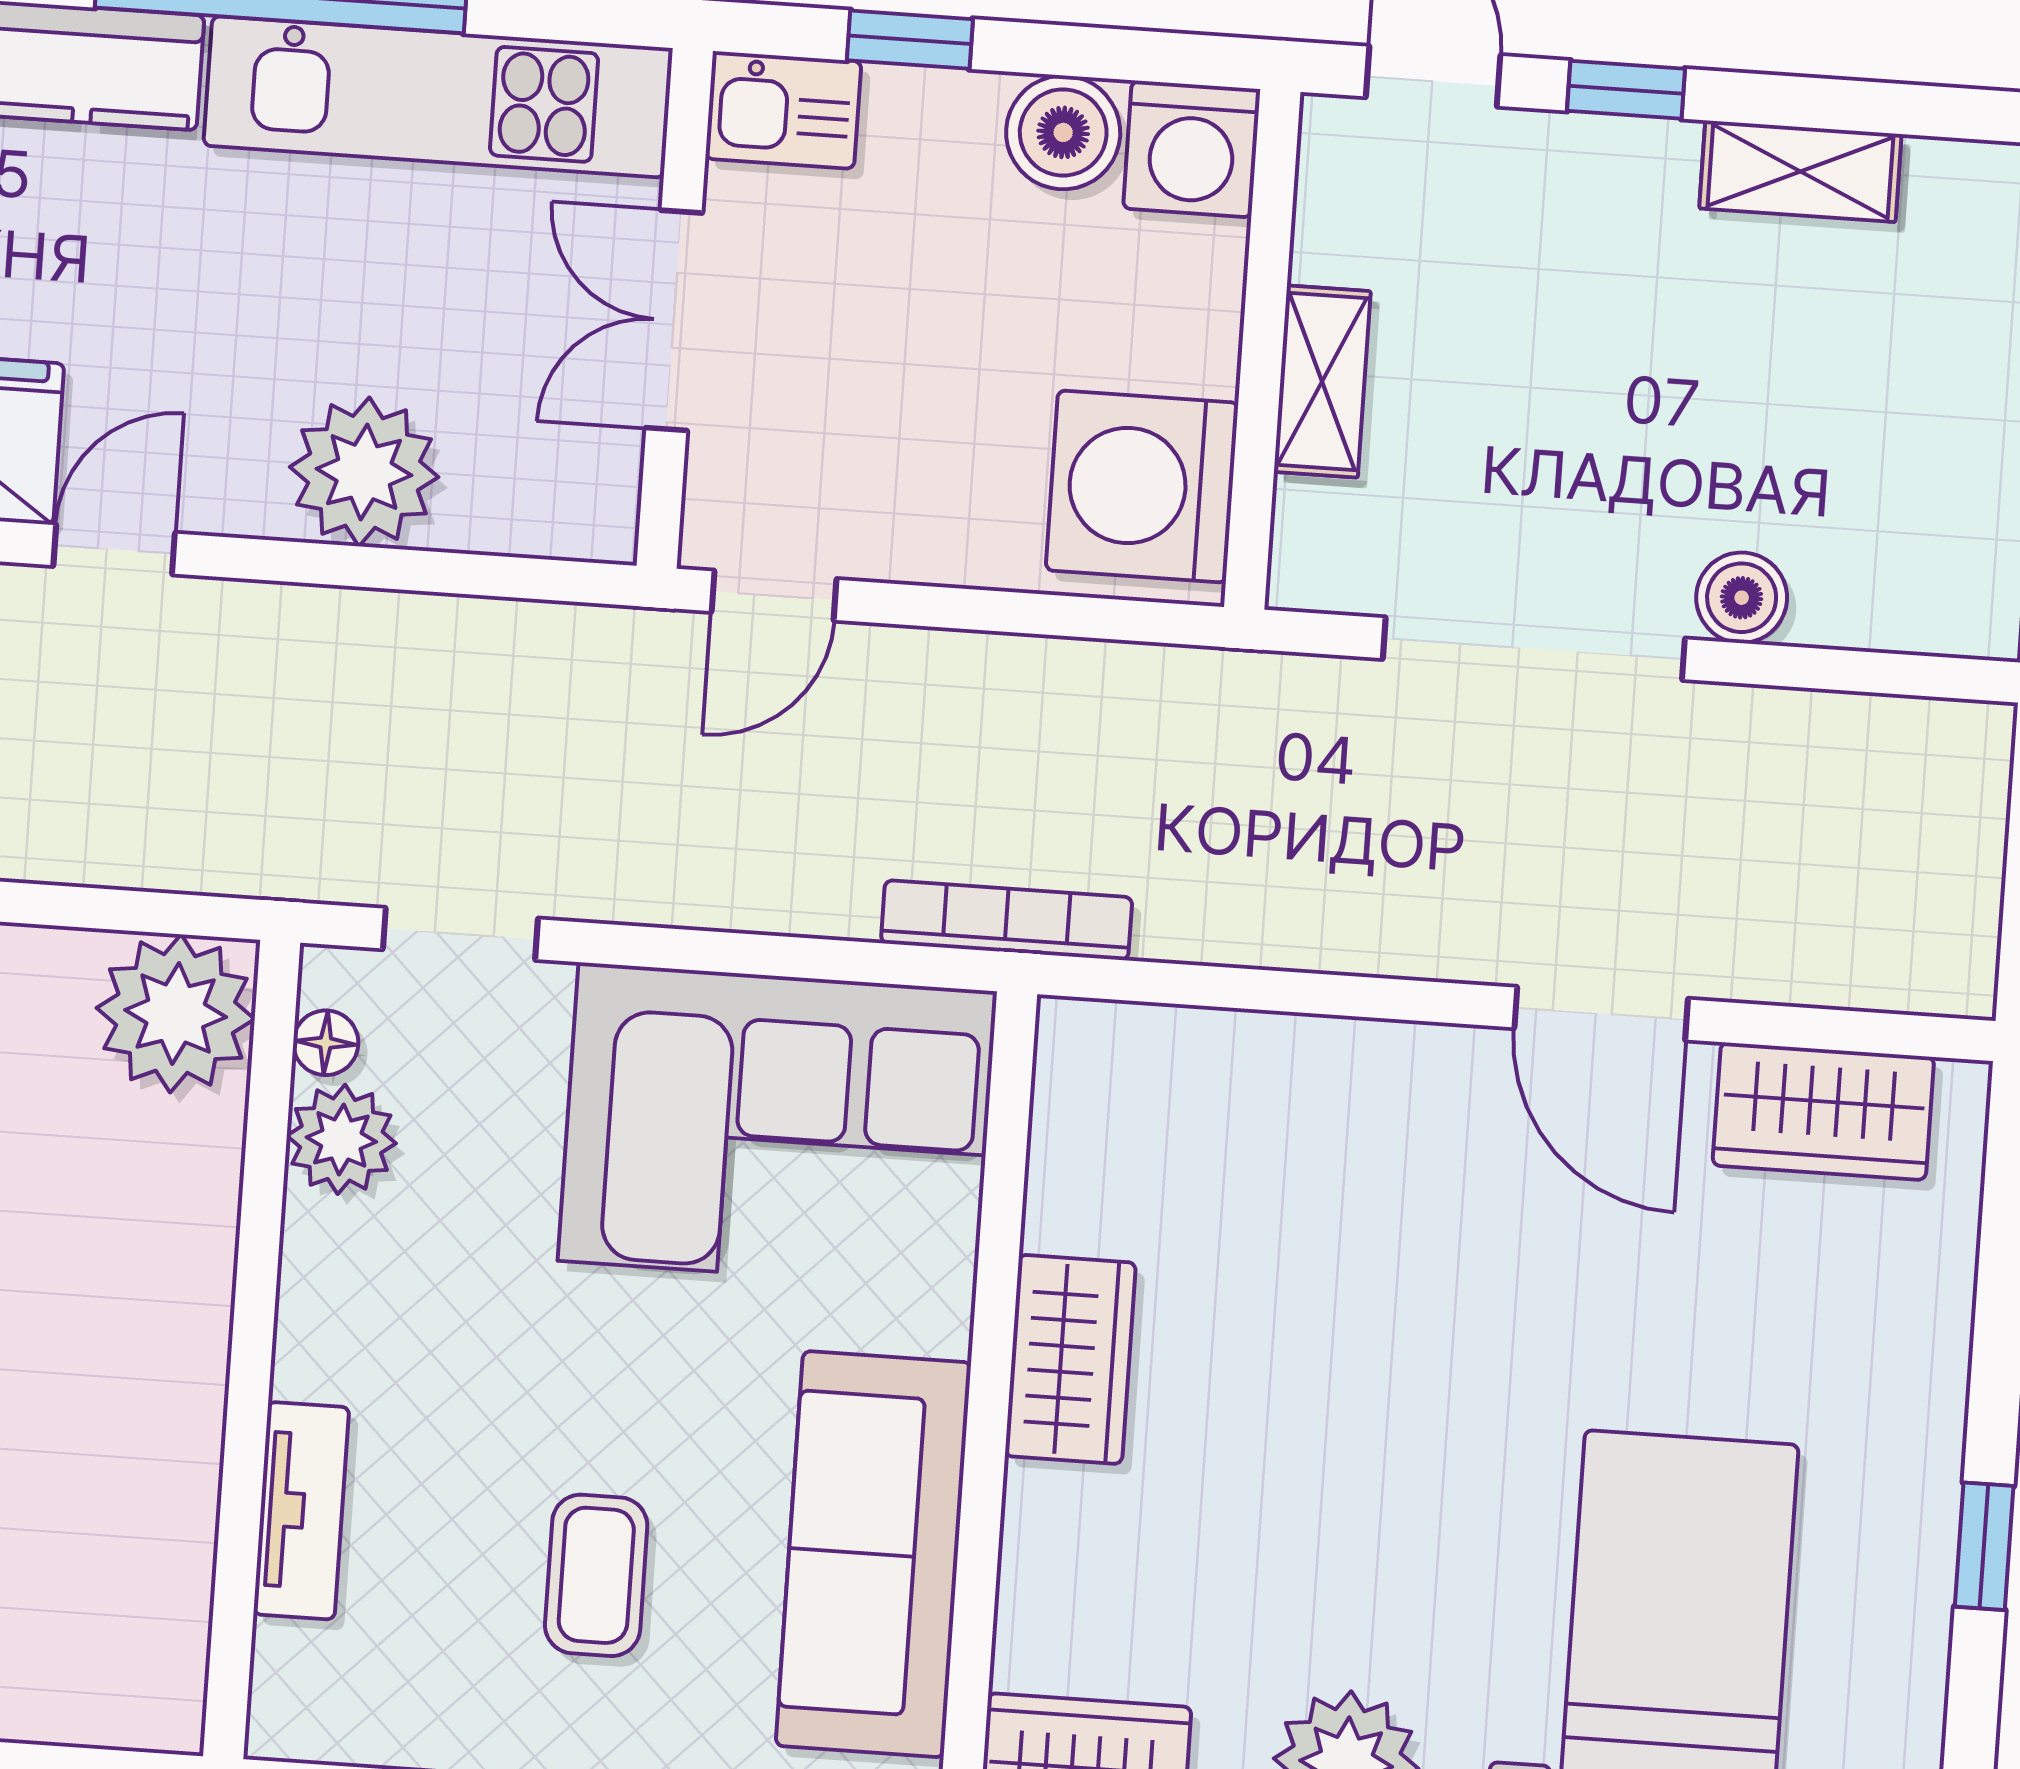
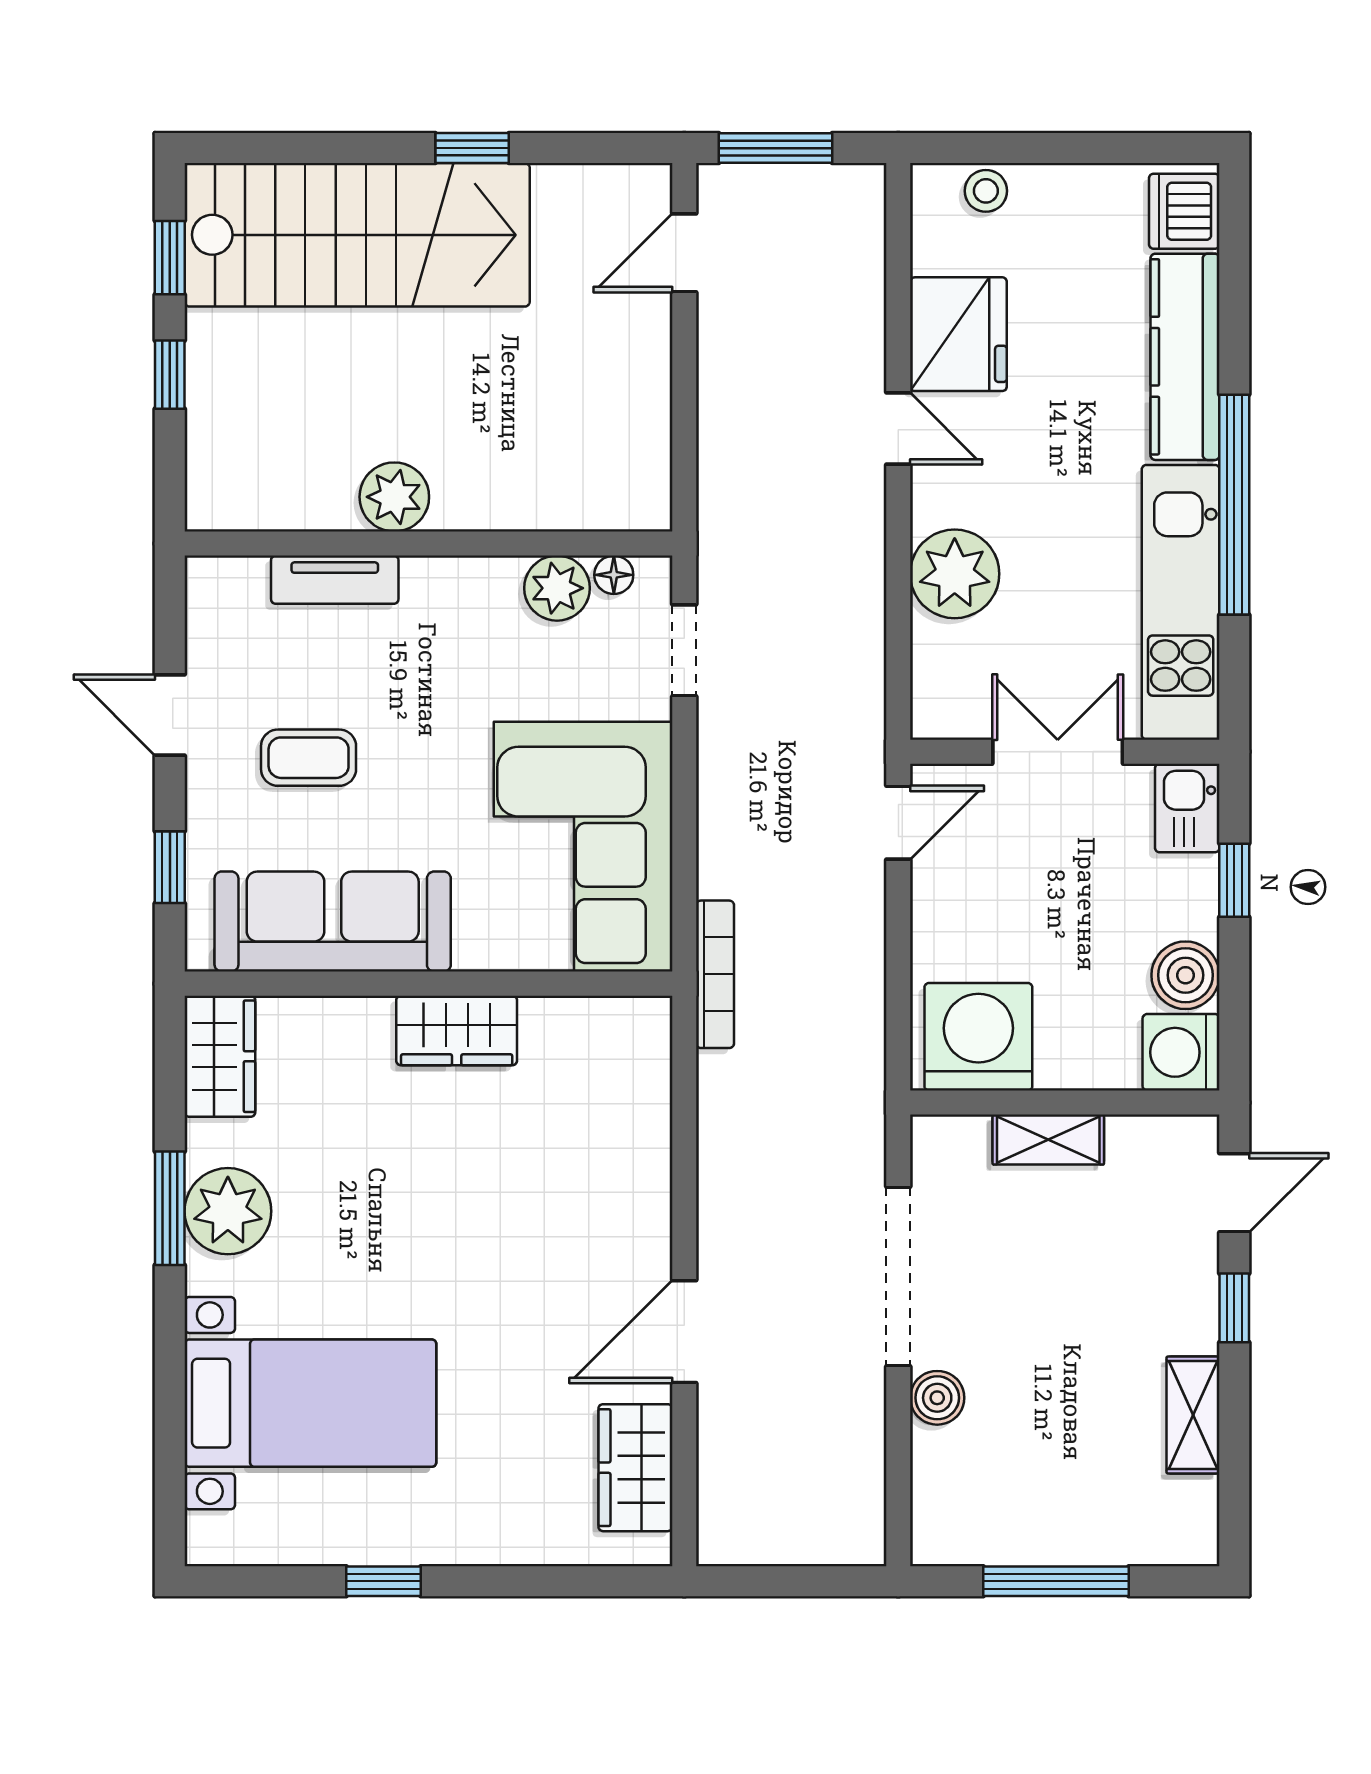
door: (774, 596) -> (898, 823), swing flipped
plant: (176, 1013) -> (394, 497), moved, width x0.73, depth x0.73

